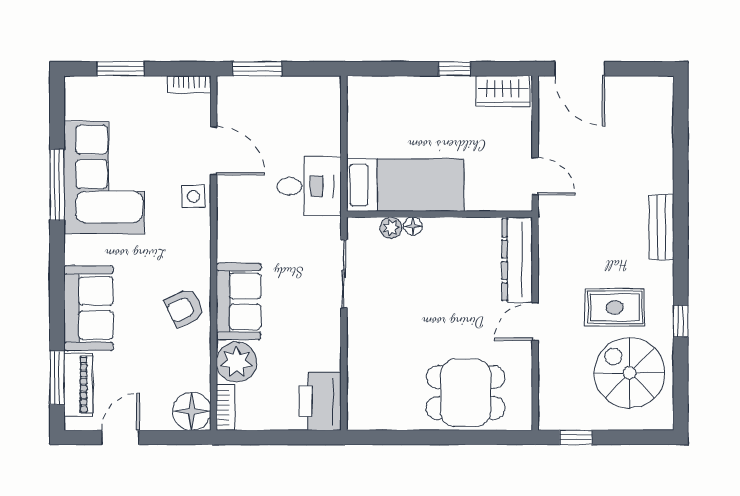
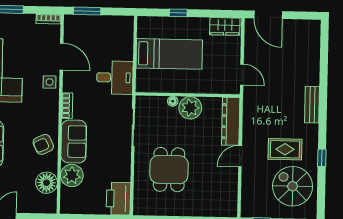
window: (455, 69) -> (178, 13), moved
bed: (405, 185) -> (169, 54), moved
plant: (391, 228) -> (190, 108), moved, width x1.88, depth x1.88
dining table: (466, 393) -> (169, 170), moved, turned 90
bookcase: (226, 407) -> (67, 106), moved
floor lamp: (192, 411) -> (47, 183), moved

